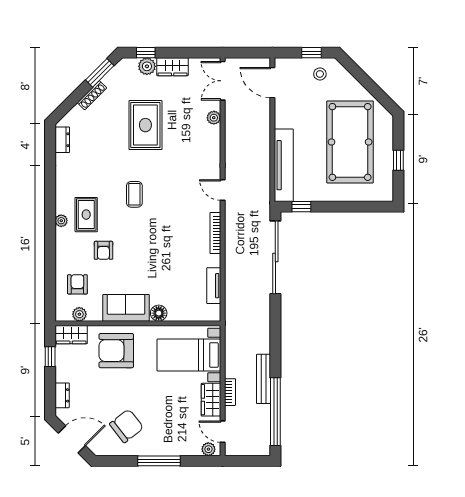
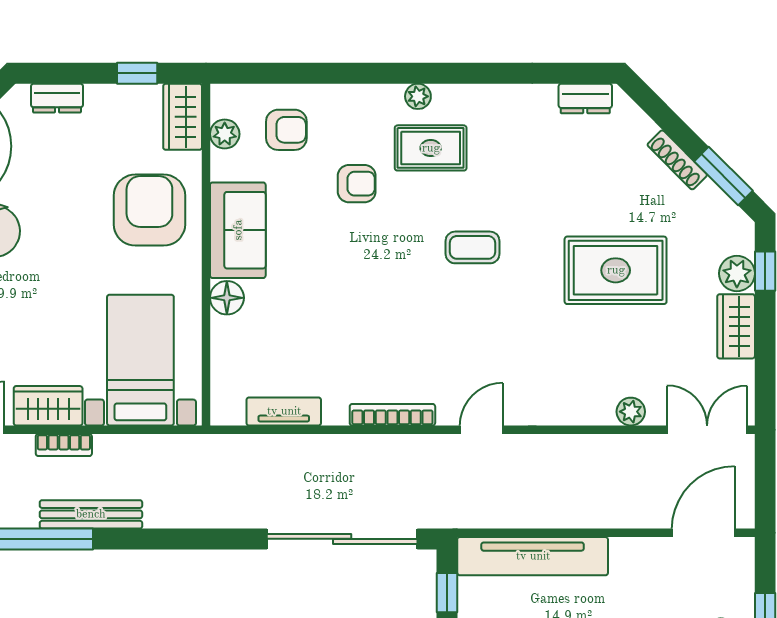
armchair: (103, 250) -> (357, 184), turned 180

